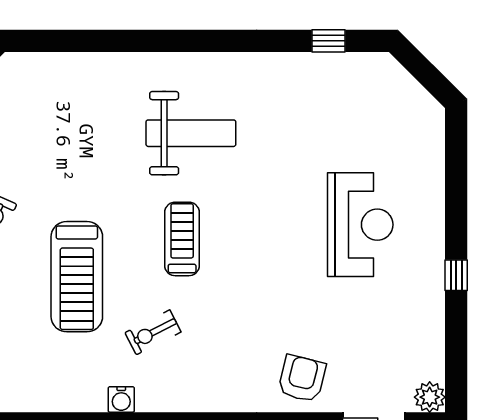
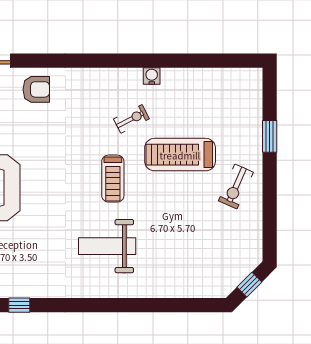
treadmill: (77, 277) -> (180, 155), turned -90
armchair: (302, 379) -> (36, 89), turned -104

